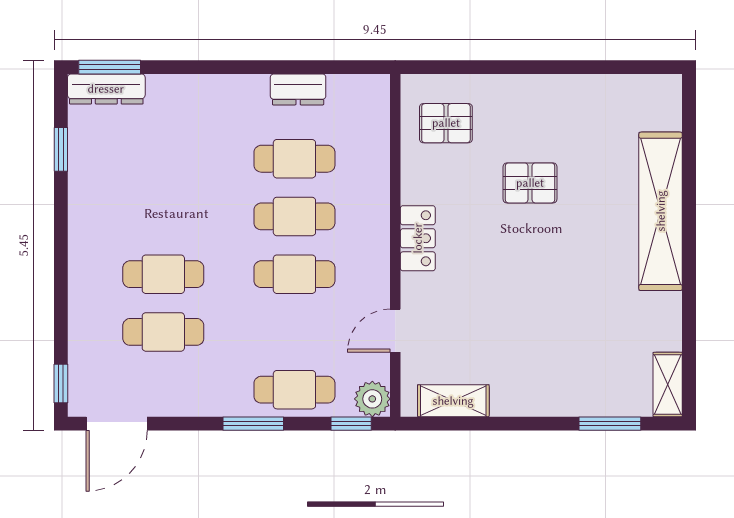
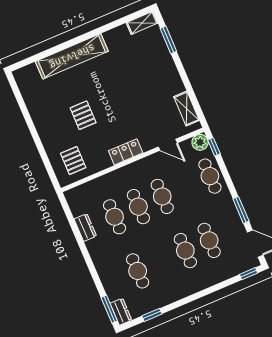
dresser: (106, 89) -> (121, 312), width x0.70
cafe table: (163, 159) -> (138, 271), added
window: (253, 424) -> (241, 210), moved

